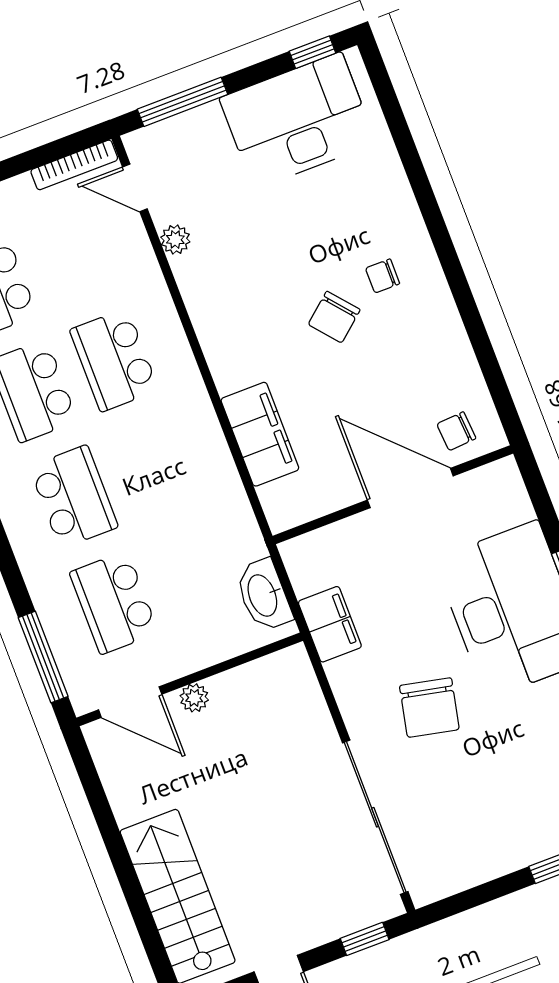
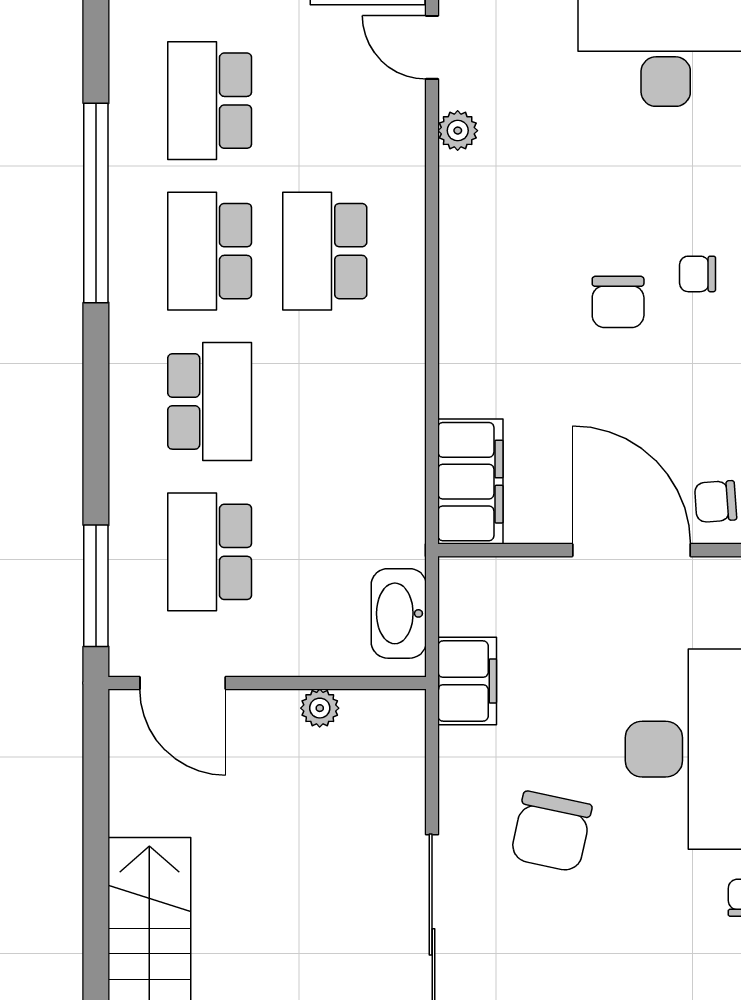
chair: (334, 317) -> (618, 302), turned -50
filing cabinet: (260, 434) -> (470, 482), moved
plant: (194, 698) -> (320, 708), moved

